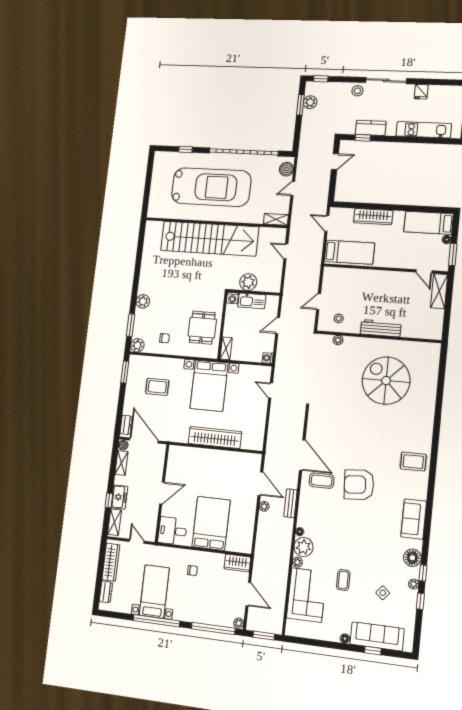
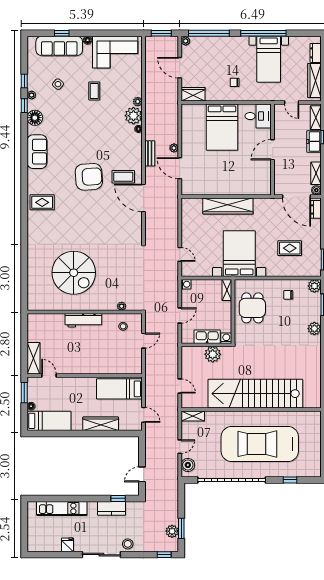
corner sofa: (307, 595) -> (115, 52), moved, turned -90

